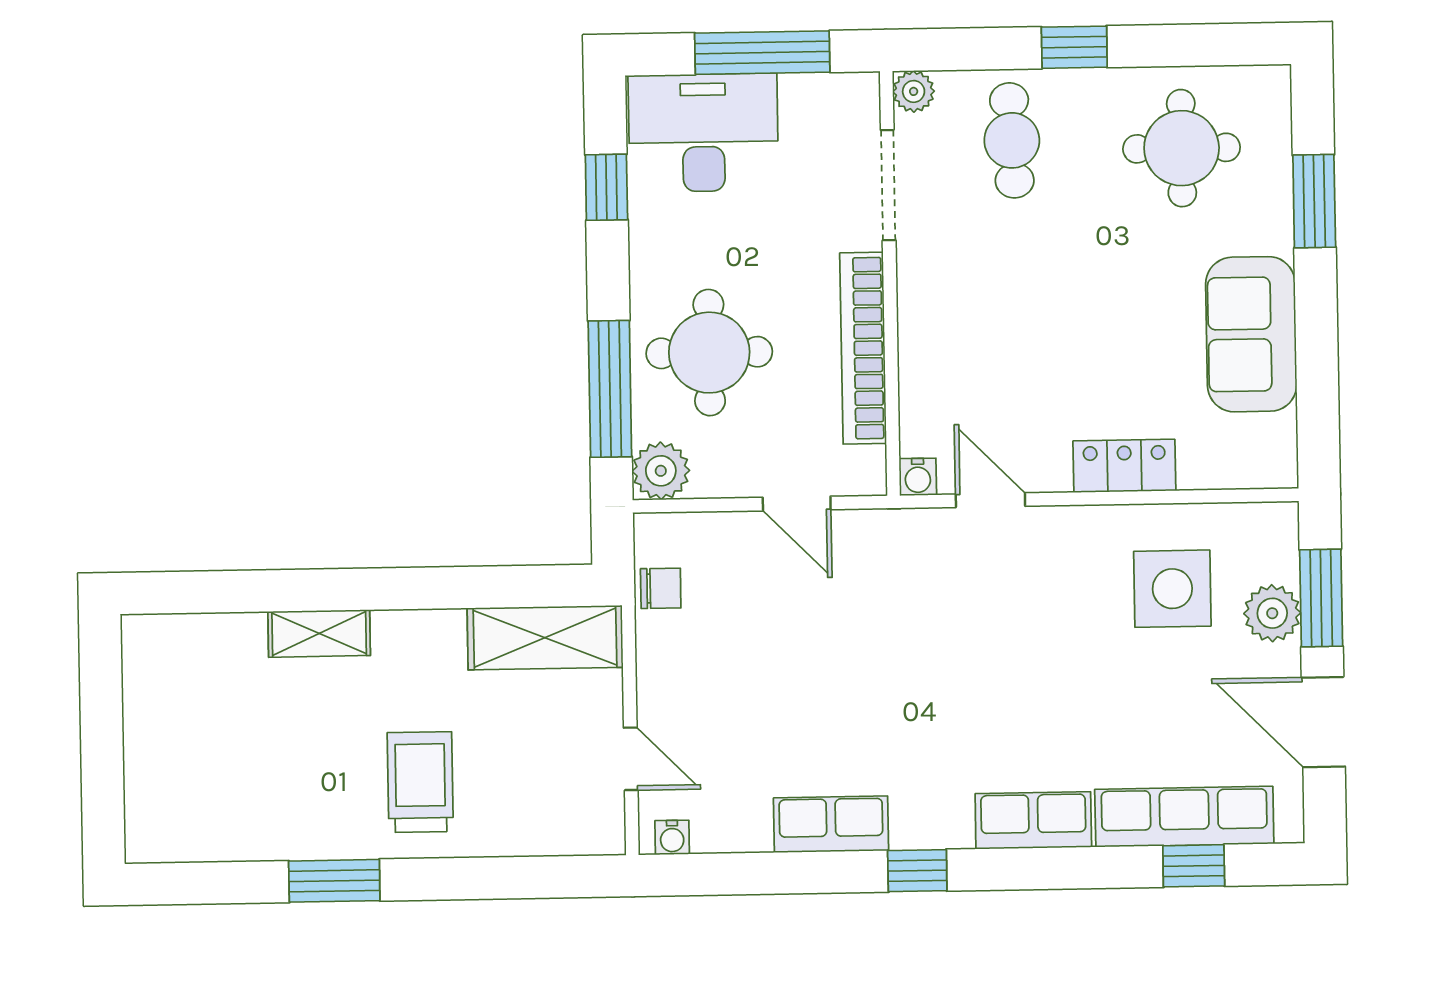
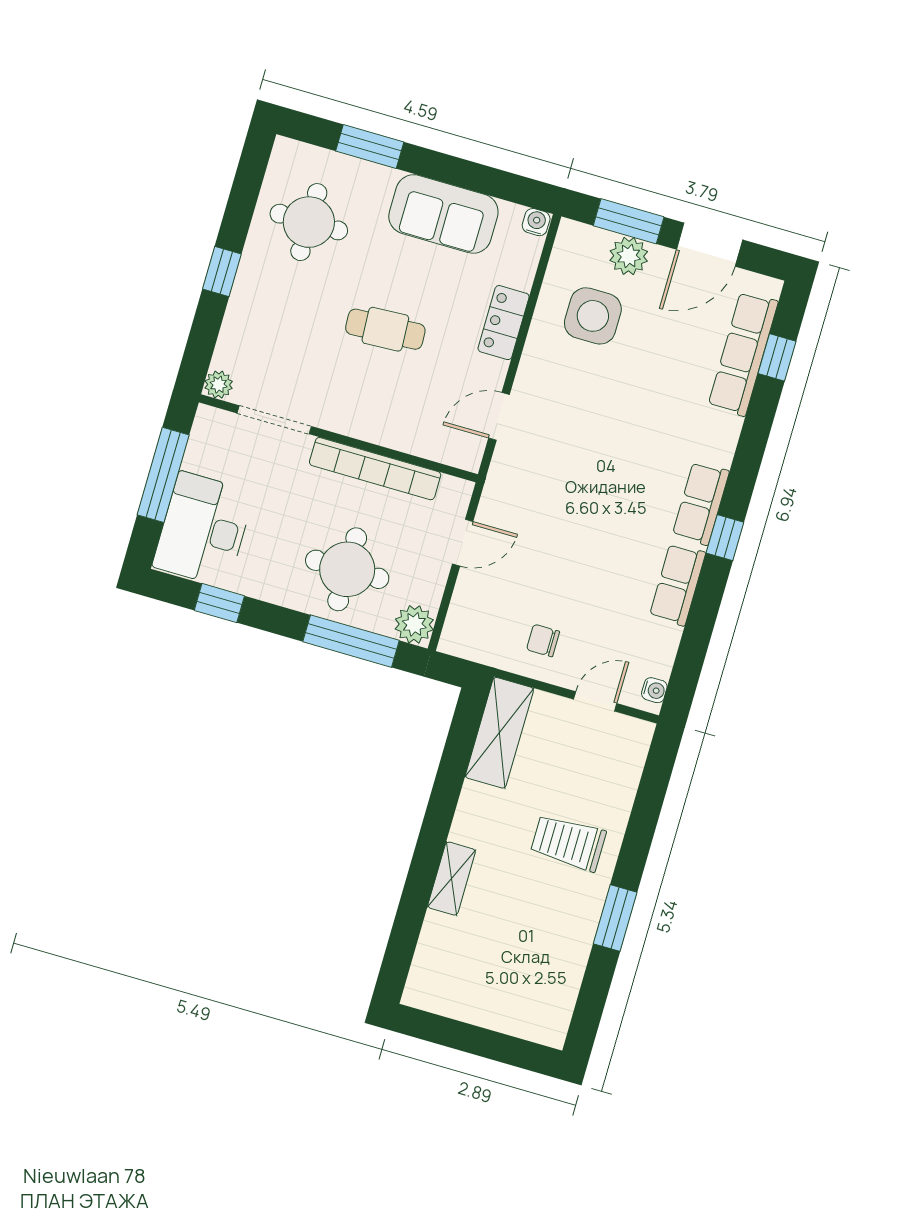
cafe table: (1012, 140) -> (385, 329), moved
water cooler: (918, 477) -> (536, 222), moved, turned -90
chair: (661, 588) -> (543, 641), moved, turned -90
row of seats: (1033, 820) -> (701, 503), moved

